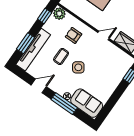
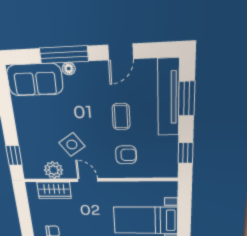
plant: (59, 14) -> (54, 170), moved
door: (103, 36) -> (88, 180), swing flipped
side table: (78, 67) -> (72, 145), moved

